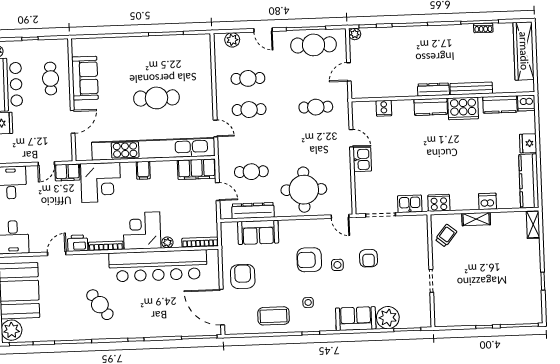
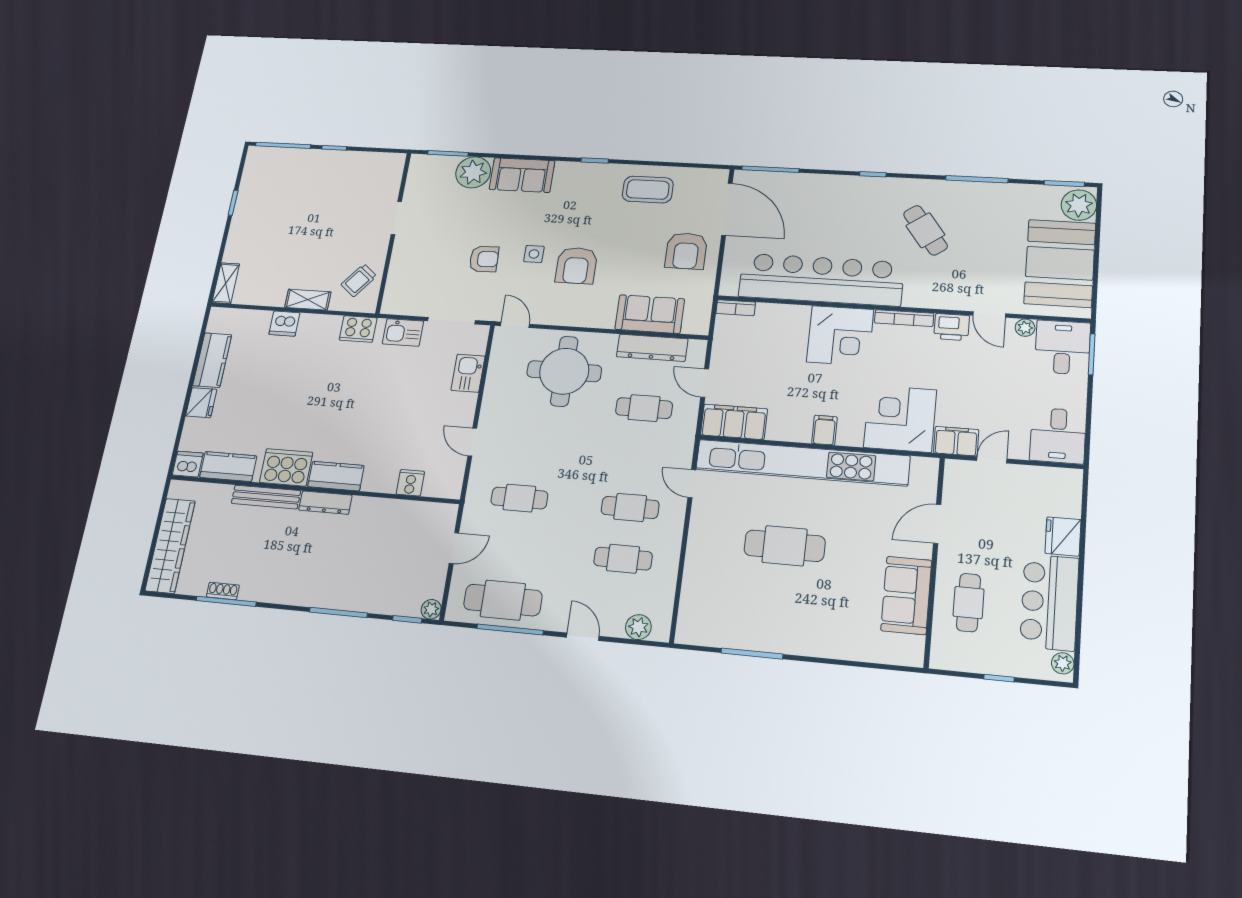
kitchen sink: (362, 159) -> (468, 373), moved
kitchen counter: (529, 181) -> (212, 360), width x0.67
plant: (167, 242) -> (1025, 328), moved
bookcase: (200, 242) -> (736, 308), width x0.64
door: (57, 253) -> (989, 314), hinge flipped
armchair: (368, 258) -> (484, 259), turned 88
armchair: (309, 260) -> (576, 266), turned 90
side table: (308, 302) -> (590, 204), removed

